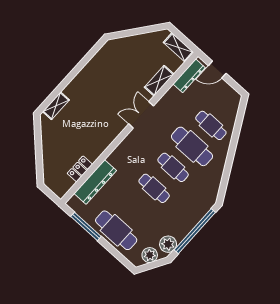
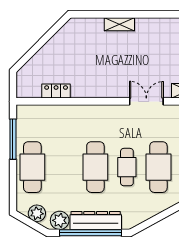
shelving: (56, 106) -> (119, 24), moved
dresser: (95, 182) -> (96, 220), moved, turned 180
cafe table: (154, 188) -> (95, 167), width x1.37, depth x1.35

